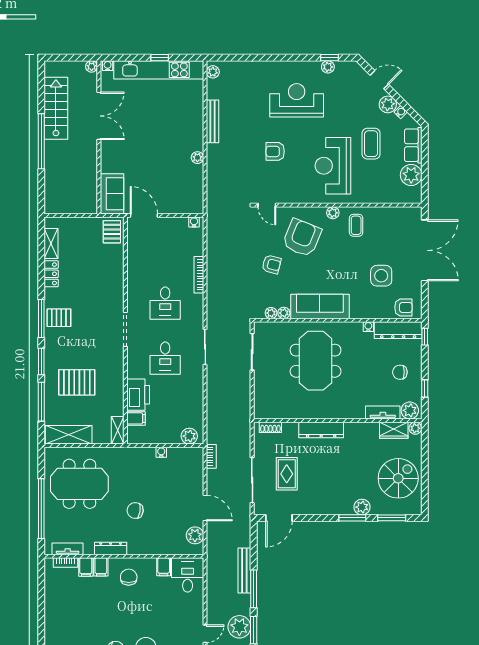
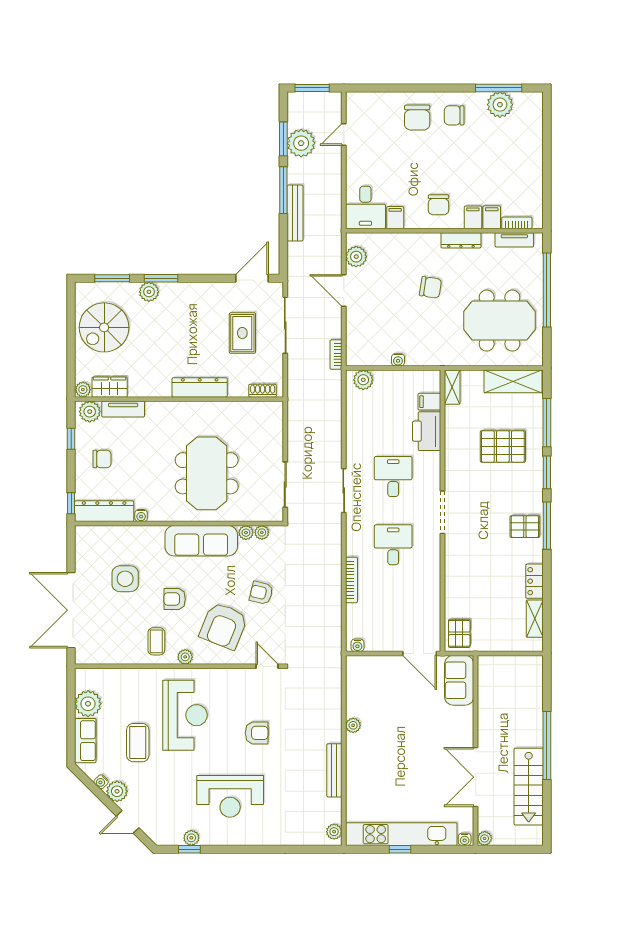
armchair: (403, 307) -> (175, 599), moved

